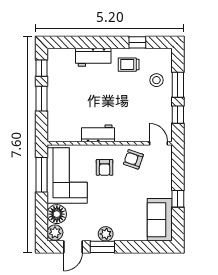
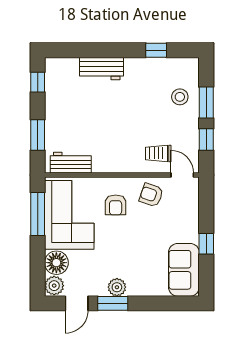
trolley: (129, 65) -> (158, 153), moved
window: (42, 99) -> (38, 135), moved
workbench: (98, 133) -> (71, 163), moved

